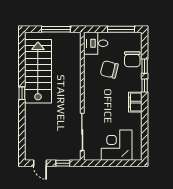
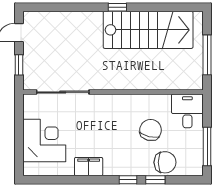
chair: (132, 59) -> (165, 162), turned 180
filing cabinet: (135, 102) -> (89, 167), moved

